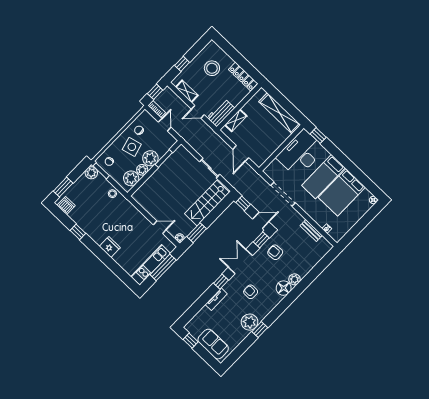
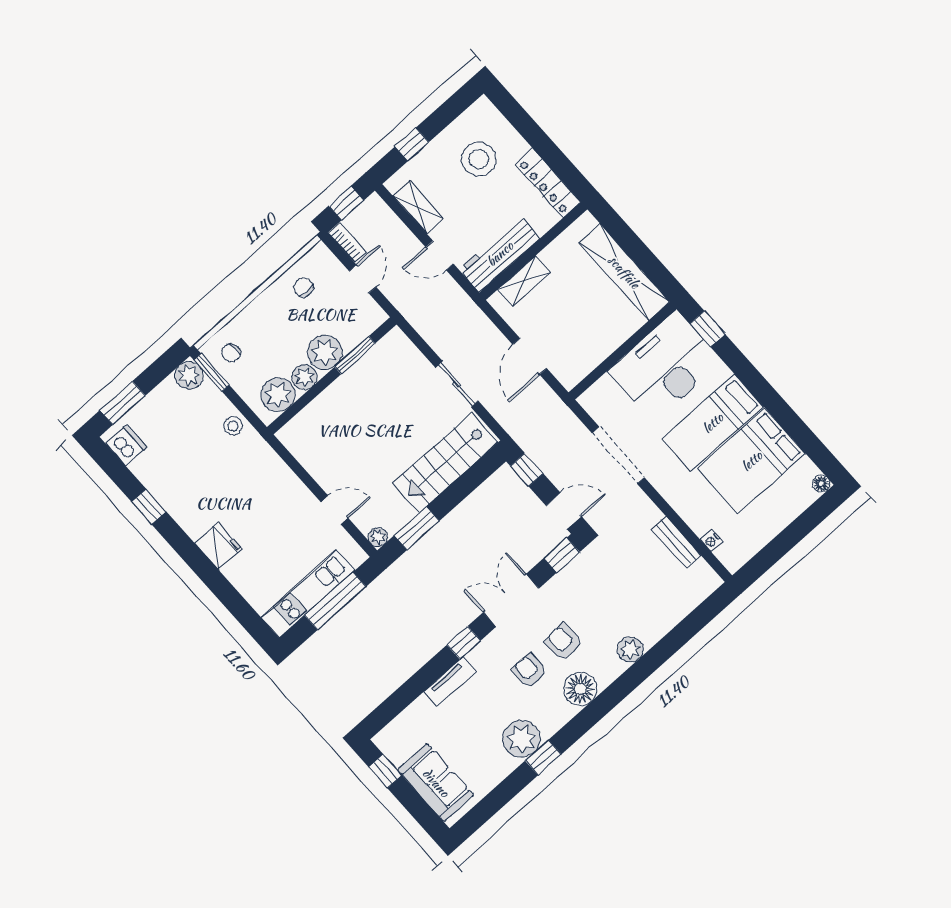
workbench: (221, 113) -> (500, 254), width x1.38
side table: (132, 147) -> (285, 324), removed
armchair: (275, 252) -> (563, 642), moved
floor lamp: (284, 288) -> (580, 689), moved

